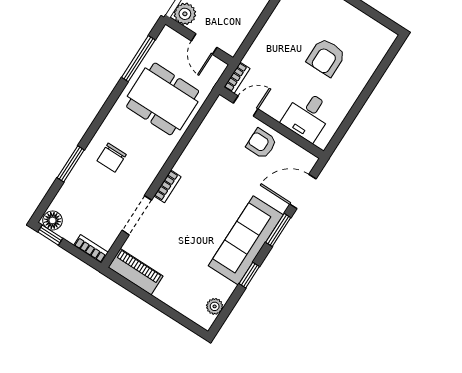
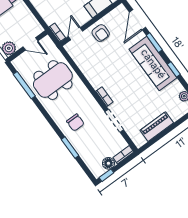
armchair: (261, 144) -> (101, 33), turned -90
floor lamp: (53, 220) -> (108, 163), moved
piano: (136, 272) -> (157, 127), moved

